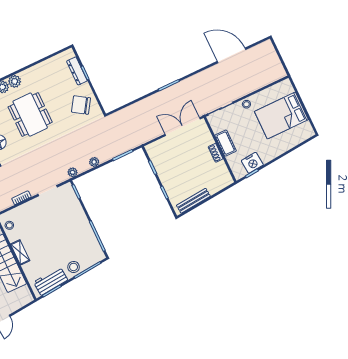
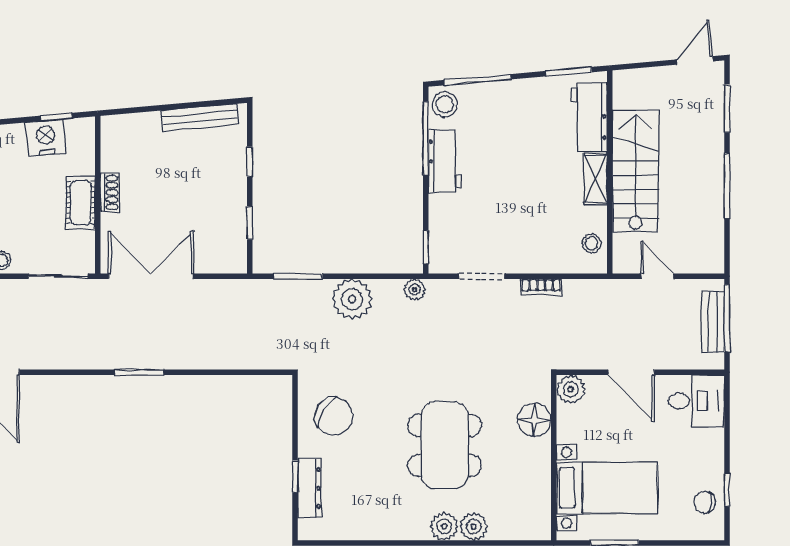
double door: (183, 127) -> (151, 276), swing flipped
plant: (94, 162) -> (352, 299), width x1.88, depth x1.88
workbench: (85, 230) -> (444, 161), added
stool: (74, 267) -> (445, 104), moved
workbench: (51, 281) -> (589, 117), moved, turned 95

